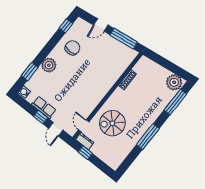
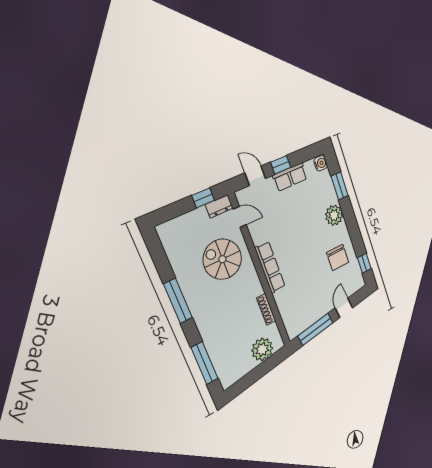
plant: (174, 82) -> (262, 349), moved
row of seats: (102, 91) -> (270, 267), added
spiral stairs: (112, 123) -> (222, 259), turned -90

